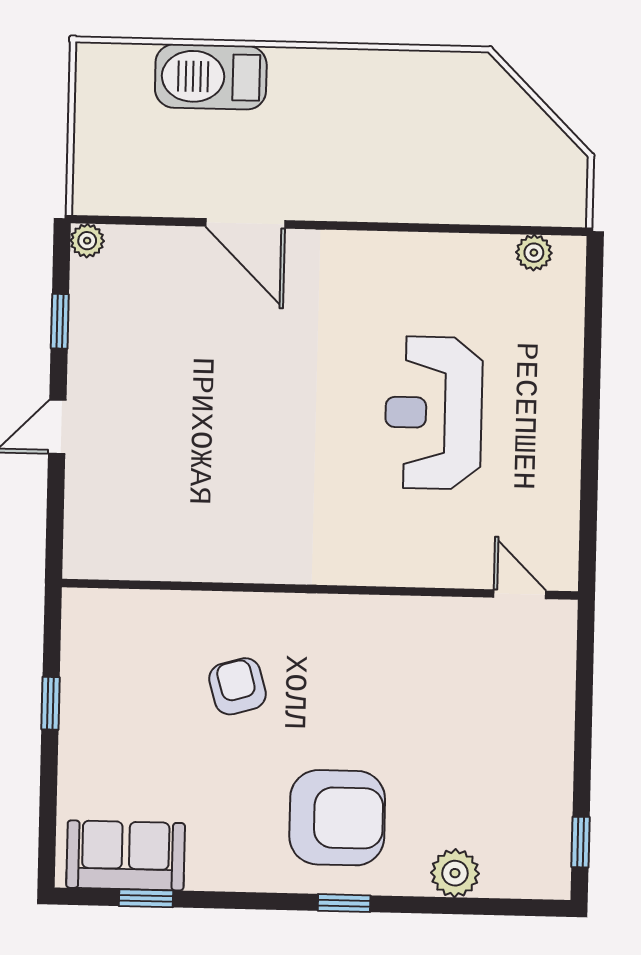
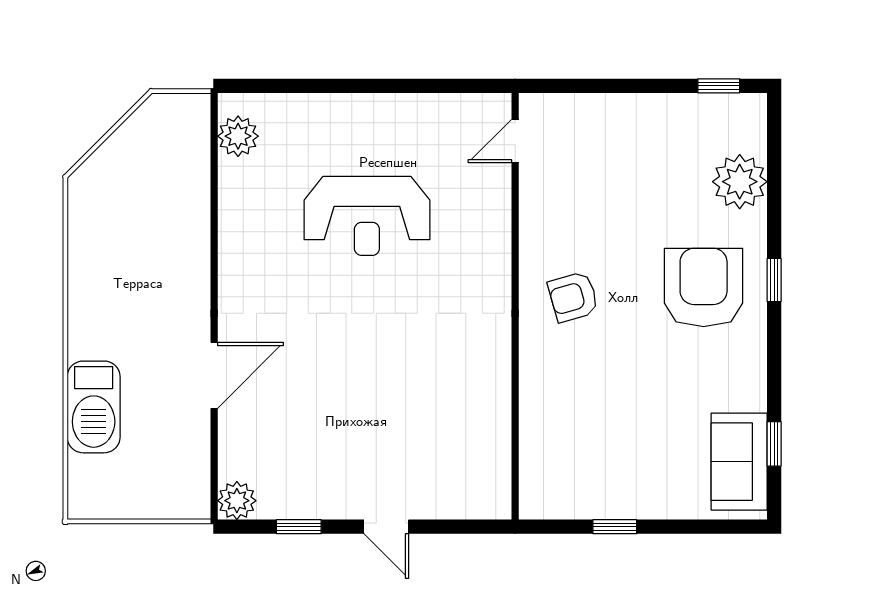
plant: (87, 241) -> (237, 501), width x1.38, depth x1.38
plant: (534, 253) -> (238, 136), width x1.38, depth x1.38
armchair: (238, 686) -> (573, 297), moved
plant: (455, 873) -> (740, 182), width x1.36, depth x1.36

